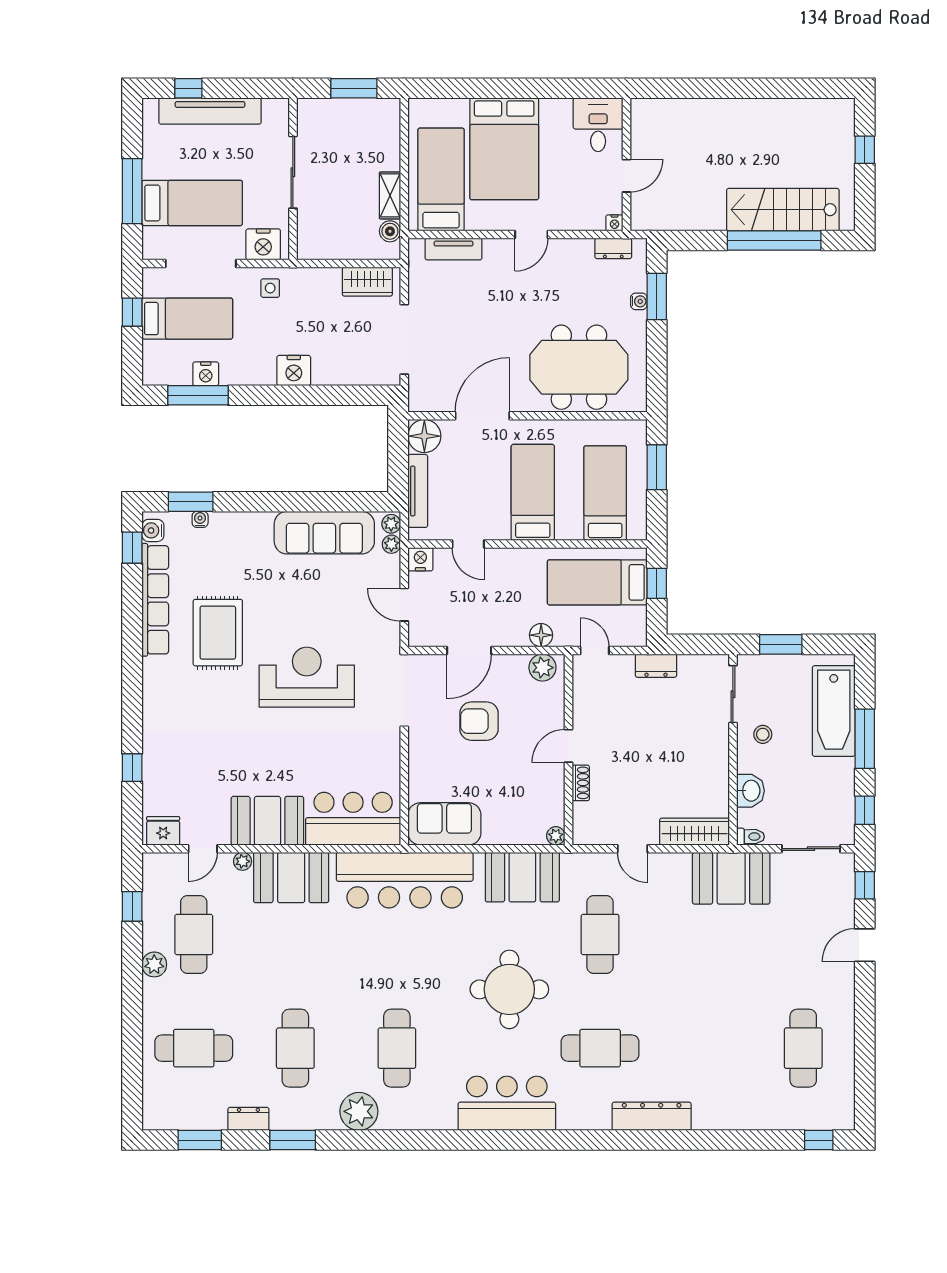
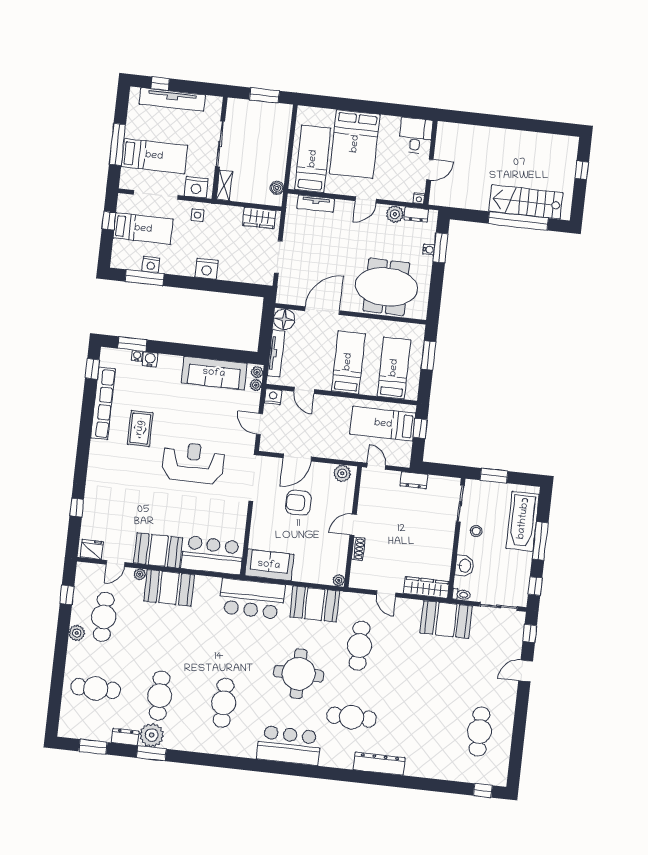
shelving: (390, 195) -> (224, 185), moved
plant: (579, 252) -> (395, 214), added
doorway: (404, 339) -> (278, 257), width x0.73
water cooler: (153, 530) -> (150, 359), moved, turned 90
rug: (218, 633) -> (140, 428), width x0.73, depth x0.70
floor lamp: (541, 635) -> (344, 453), removed
bar counter: (405, 880) -> (252, 599), width x0.73
plant: (359, 1111) -> (152, 735), moved

